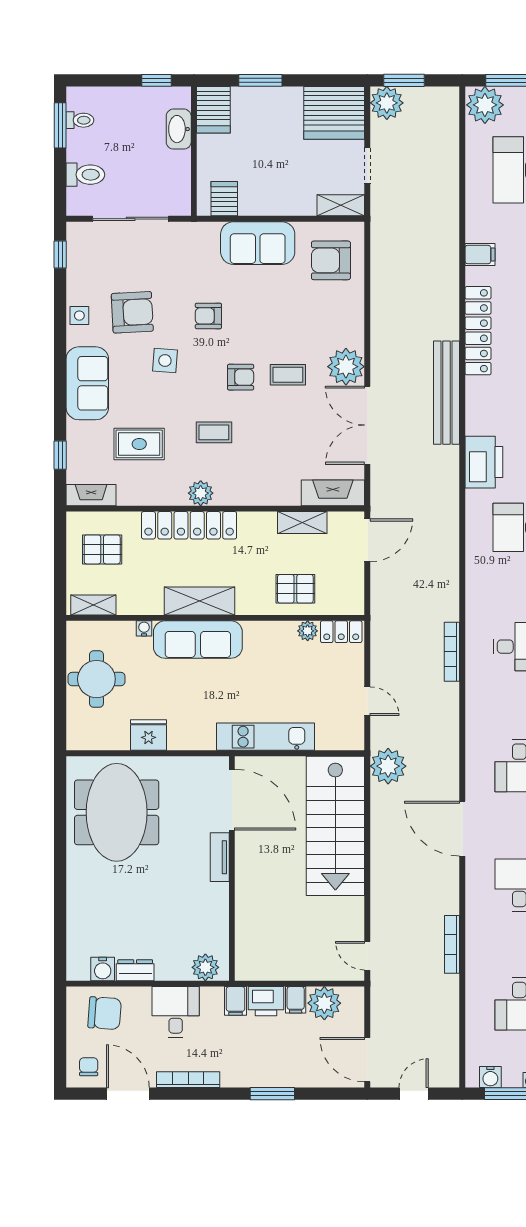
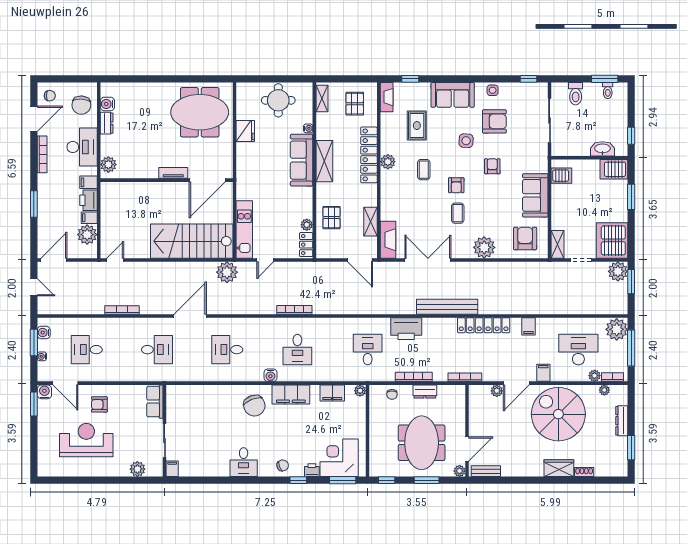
armchair: (132, 312) -> (494, 121), turned -87
plant: (346, 367) -> (484, 247), moved
kitchen unit: (266, 737) -> (244, 230), moved
desk: (176, 1012) -> (82, 147), width x1.37

